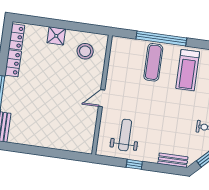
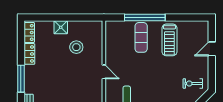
stool: (85, 51) -> (76, 47), moved
door: (102, 98) -> (104, 72), swing flipped

